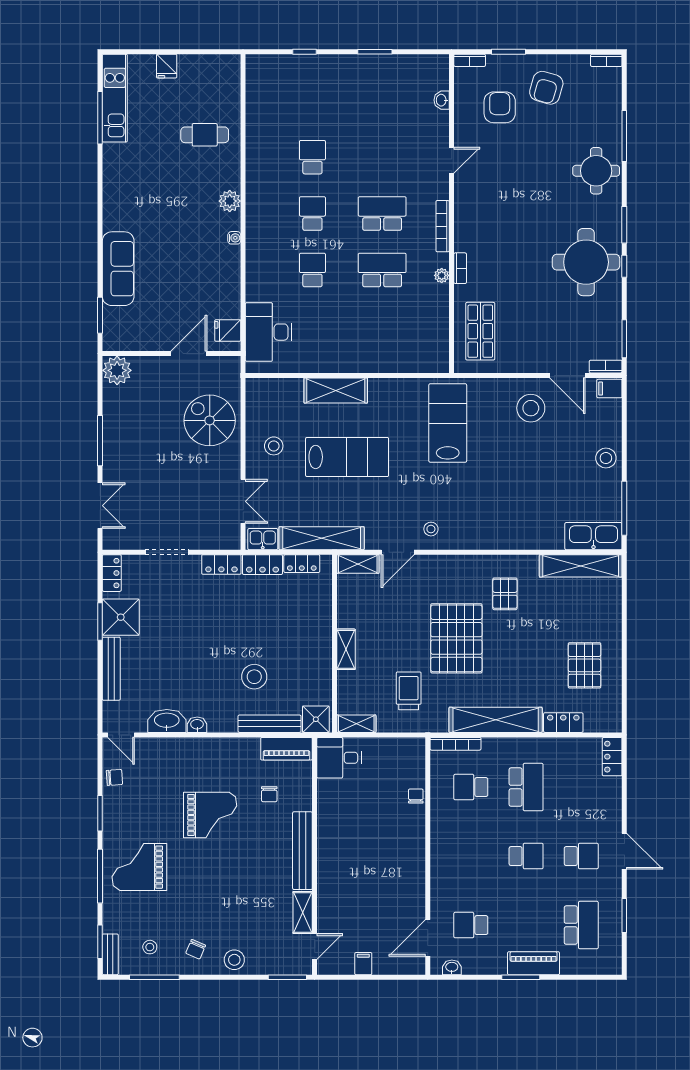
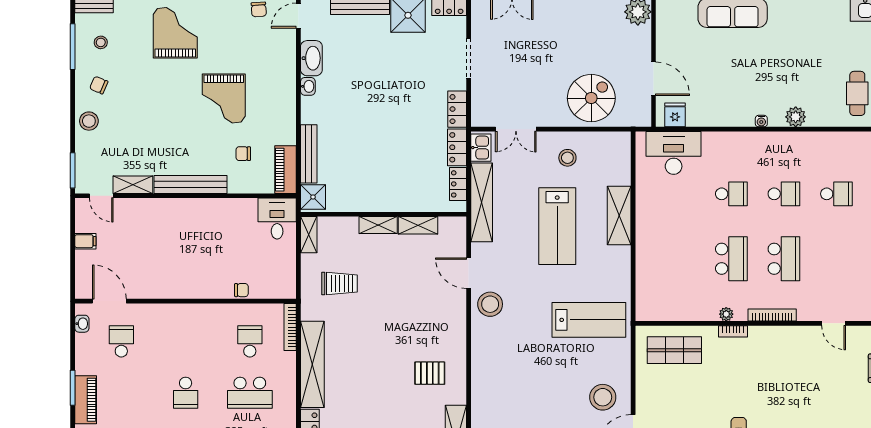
stool: (431, 529) -> (490, 304), width x1.89, depth x1.89
shelving: (358, 564) -> (418, 225), moved, turned 90
pallet: (456, 638) -> (388, 328), removed
stool: (254, 677) -> (353, 140), removed

